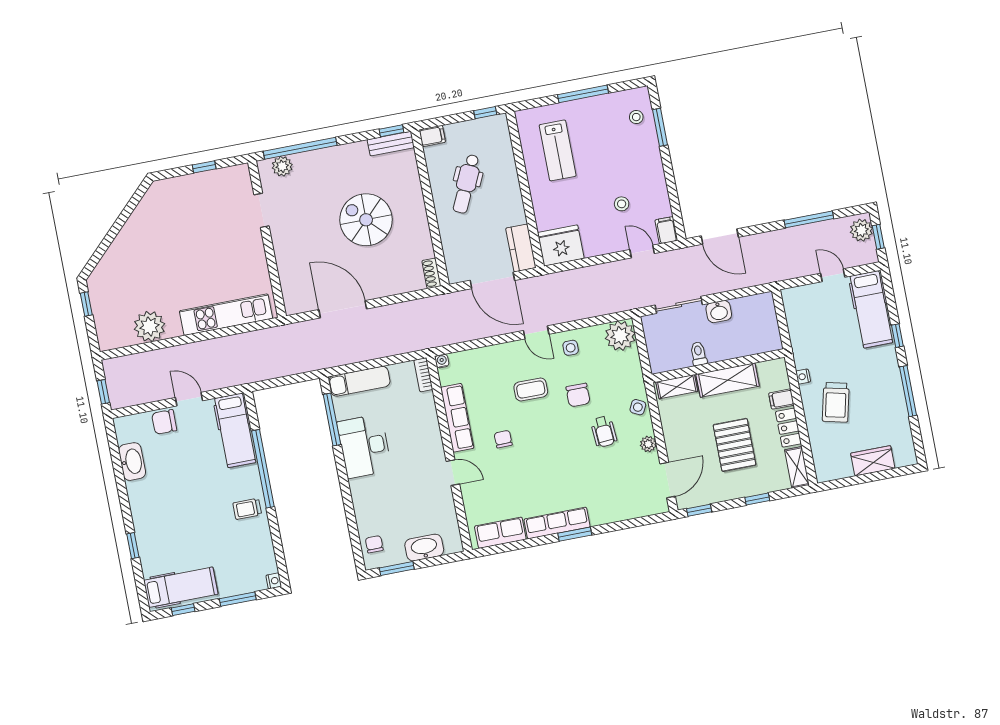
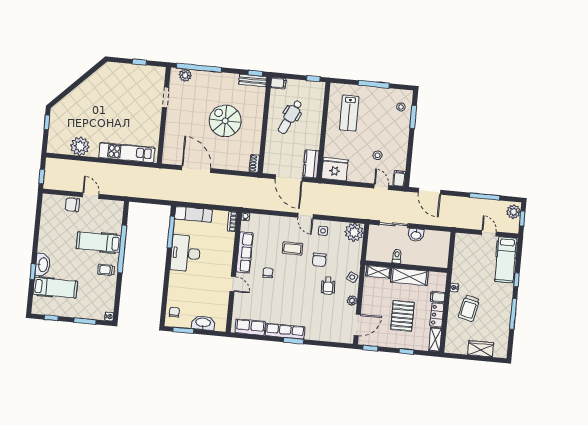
hospital bed: (235, 430) -> (99, 242), moved, turned 90
washbasin: (132, 462) -> (43, 265), moved
hospital bed: (181, 587) -> (55, 288), moved

